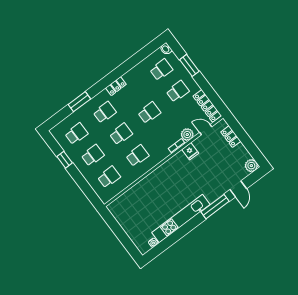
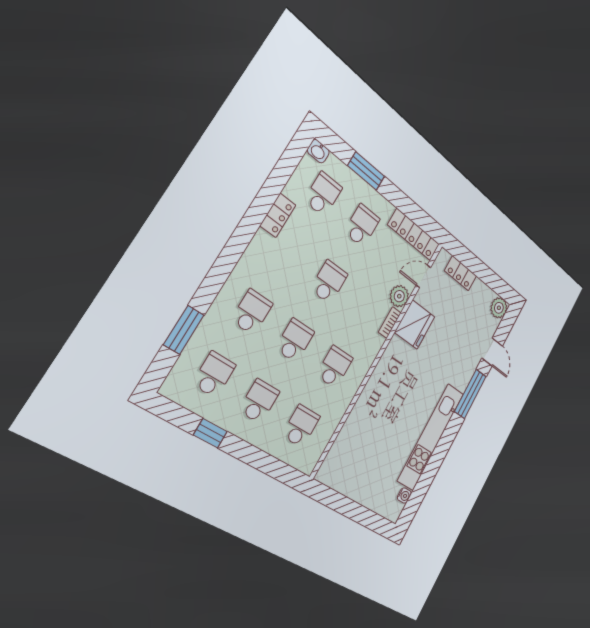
locker: (116, 86) -> (278, 215), moved
window: (79, 102) -> (184, 330), moved
fridge: (190, 151) -> (415, 325), width x1.88, depth x1.34

